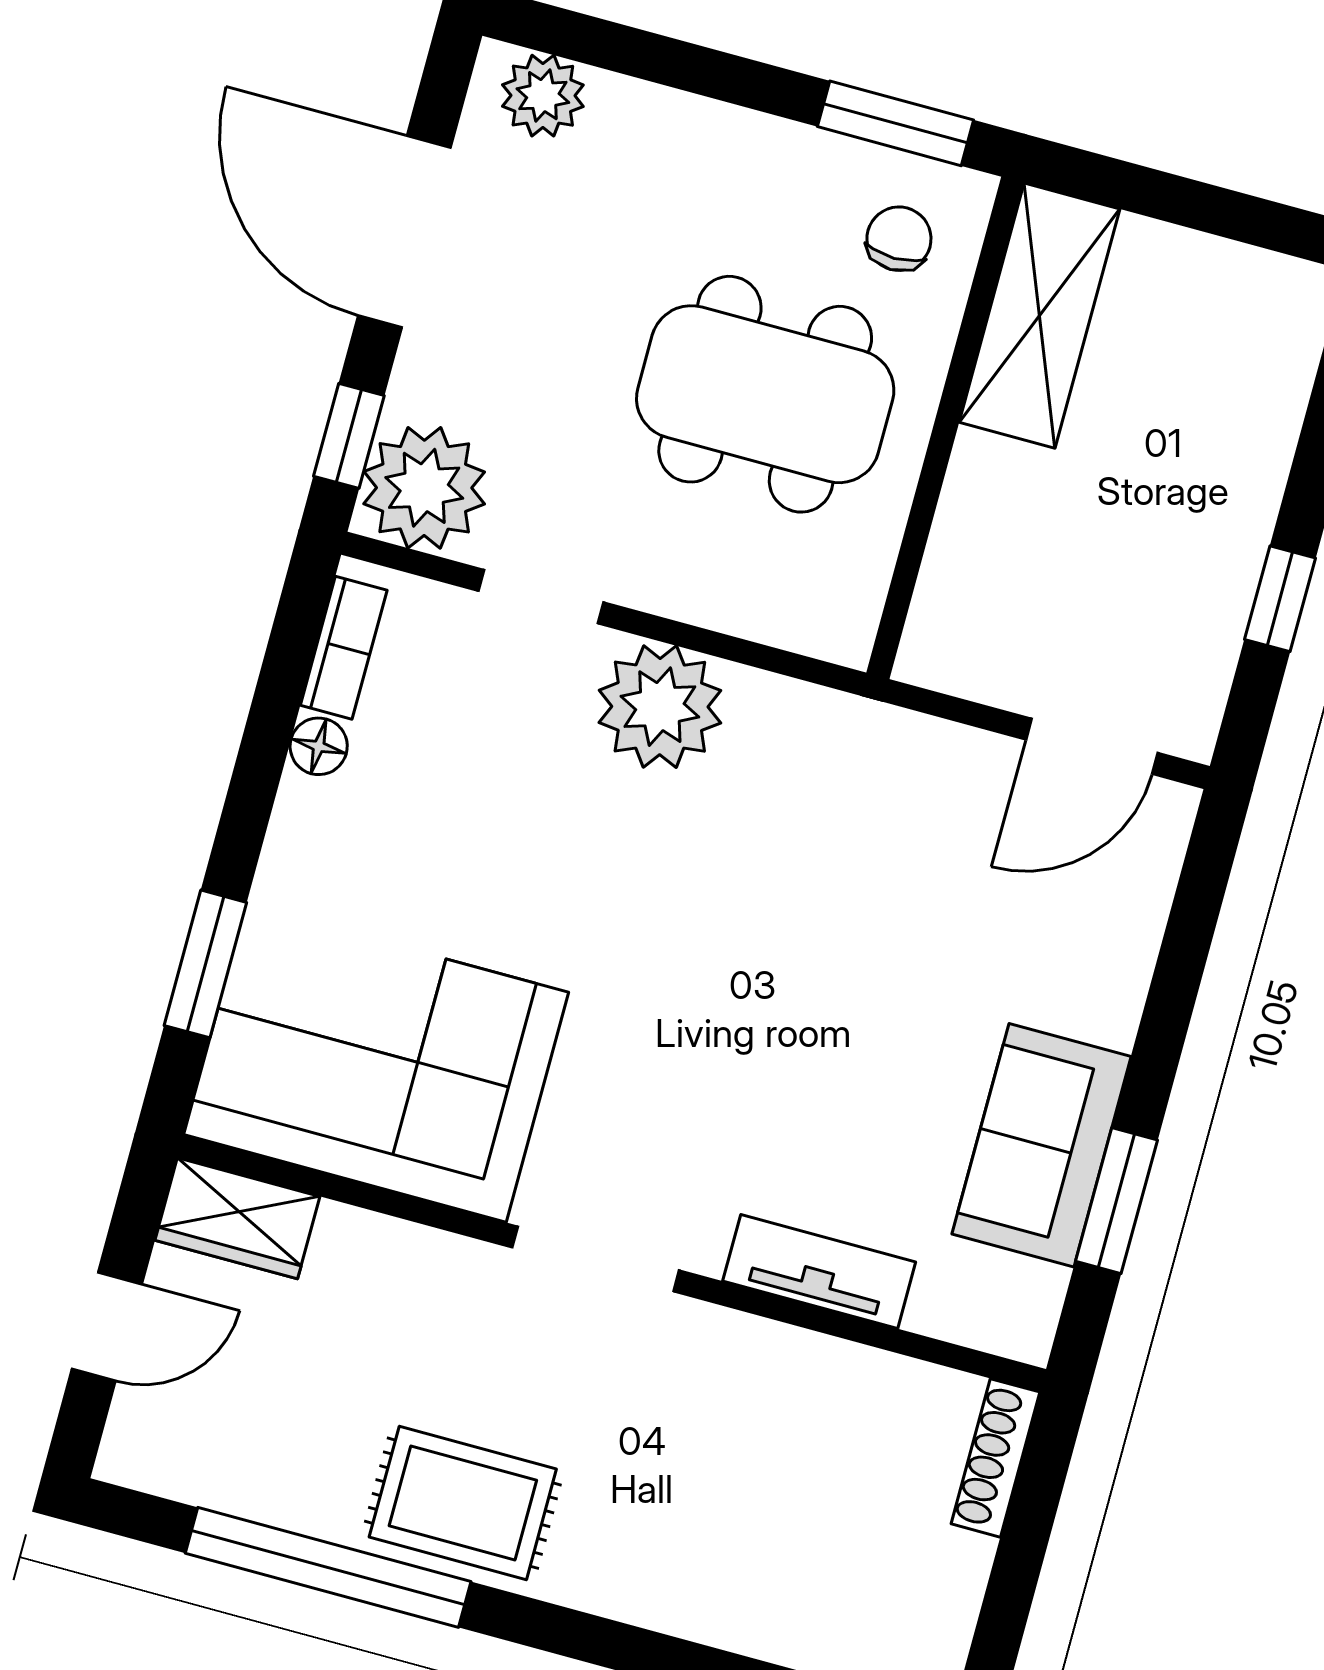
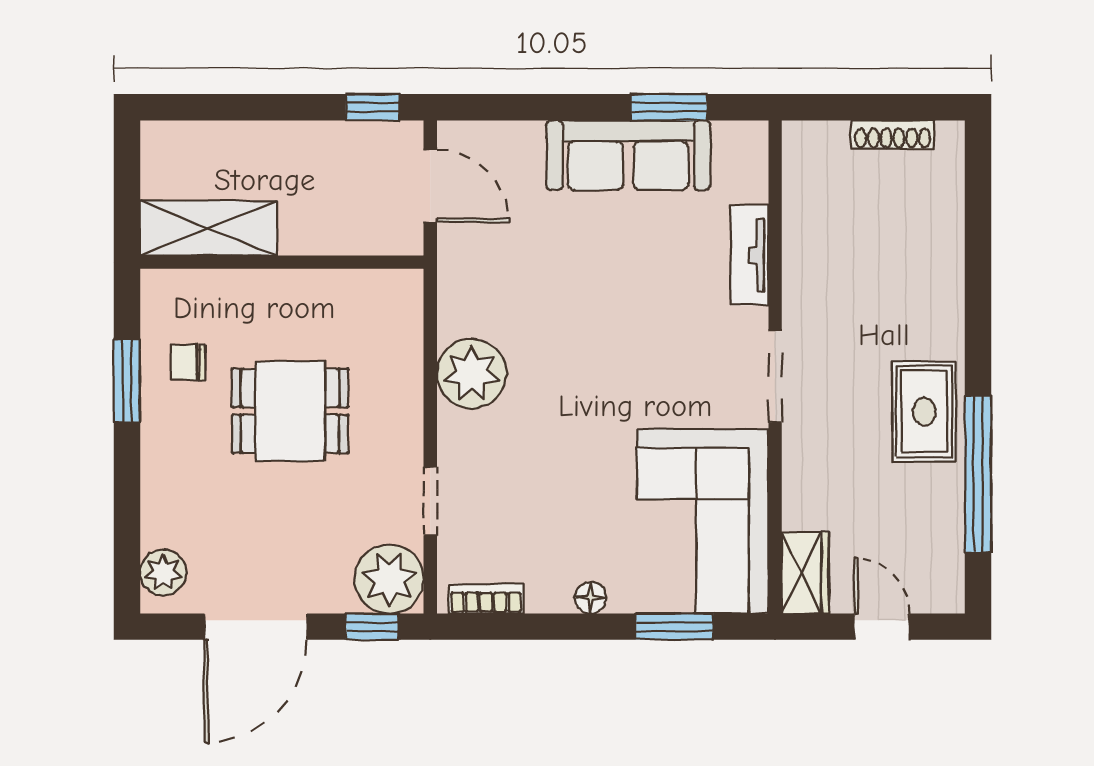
shelving: (1040, 316) -> (208, 228), moved
dining table: (765, 394) -> (290, 411), width x0.73
wall: (945, 428) -> (282, 262), moved
window: (1280, 599) -> (373, 107), moved
plant: (660, 707) -> (472, 374), moved
floor lamp: (319, 746) -> (590, 598), moved
sofa: (1041, 1145) -> (628, 155), width x1.36
shoe rack: (995, 1458) -> (893, 134), moved

